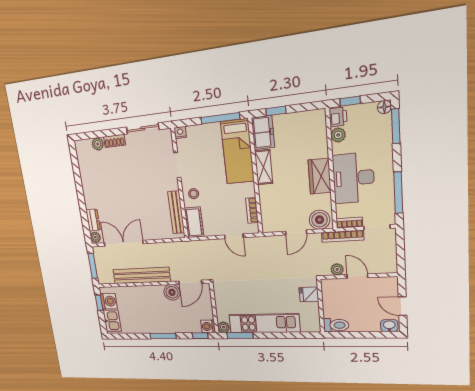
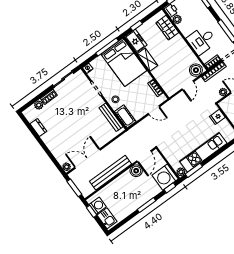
bed: (237, 151) -> (124, 62), width x1.50
wardrobe: (320, 176) -> (167, 28), moved
desk: (354, 178) -> (202, 40), width x0.73
dresser: (93, 220) -> (38, 127), moved
washing machine: (208, 326) -> (165, 177), width x1.89, depth x1.89

